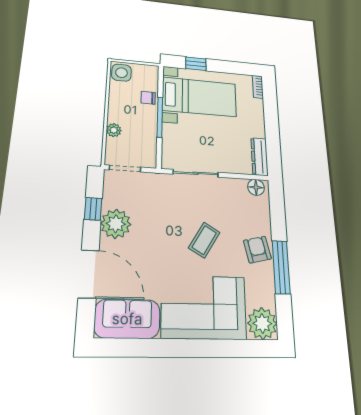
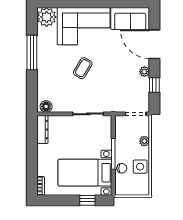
side table: (121, 73) -> (140, 167), moved
plant: (116, 224) -> (144, 72), width x0.53, depth x0.53
armchair: (257, 250) -> (47, 63), removed

